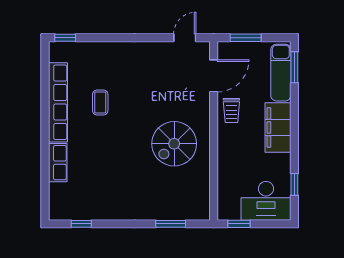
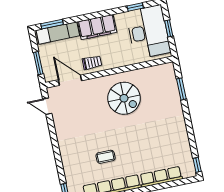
row of seats: (58, 163) -> (161, 177), width x1.48
desk: (266, 201) -> (148, 32), width x1.36, depth x1.30
window: (81, 224) -> (197, 165), moved
window: (239, 224) -> (169, 28), moved

